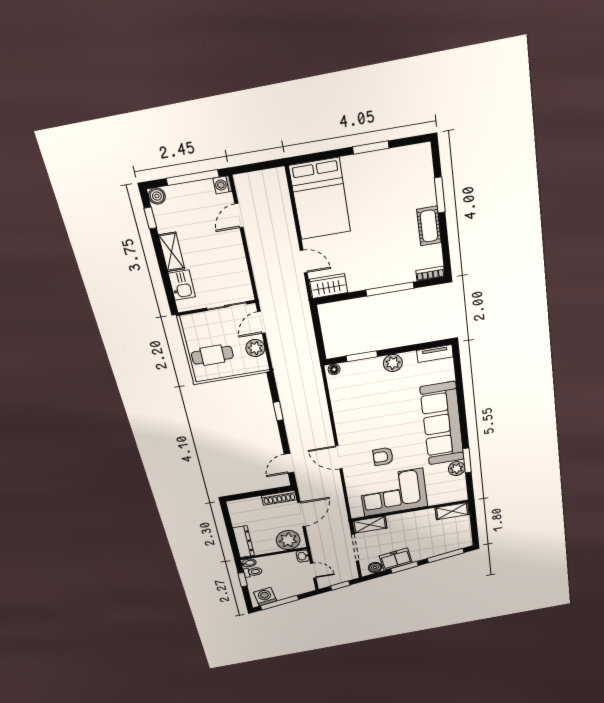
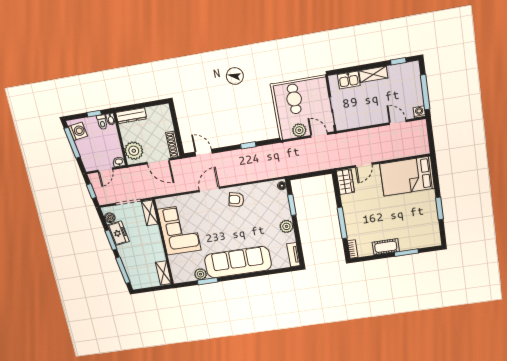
boiler: (157, 196) -> (414, 67), removed
armchair: (383, 457) -> (236, 200), moved, turned -77

